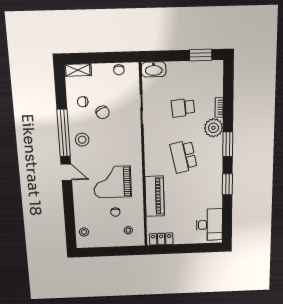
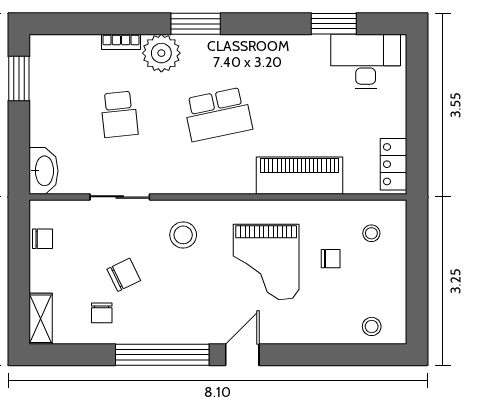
stool: (82, 140) -> (183, 235), moved
window: (227, 184) -> (334, 24), moved

